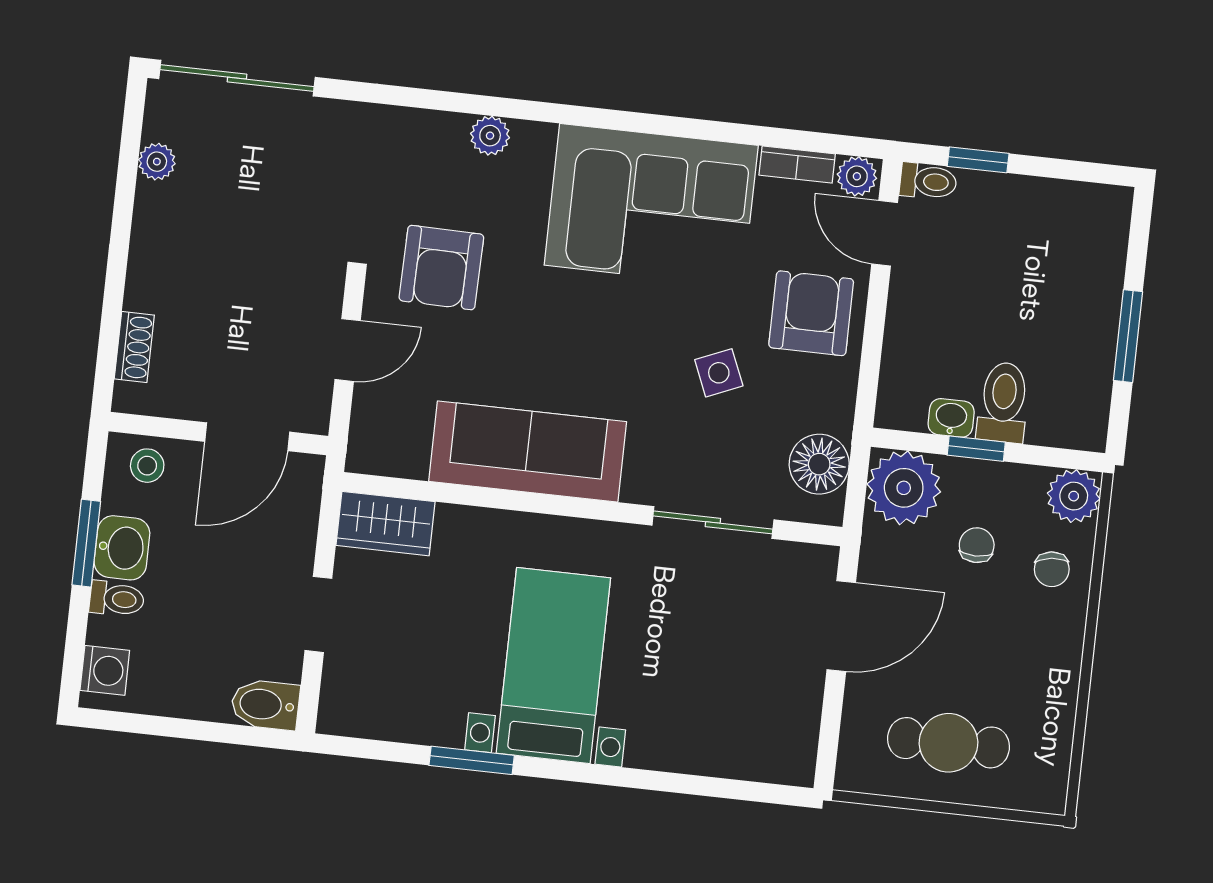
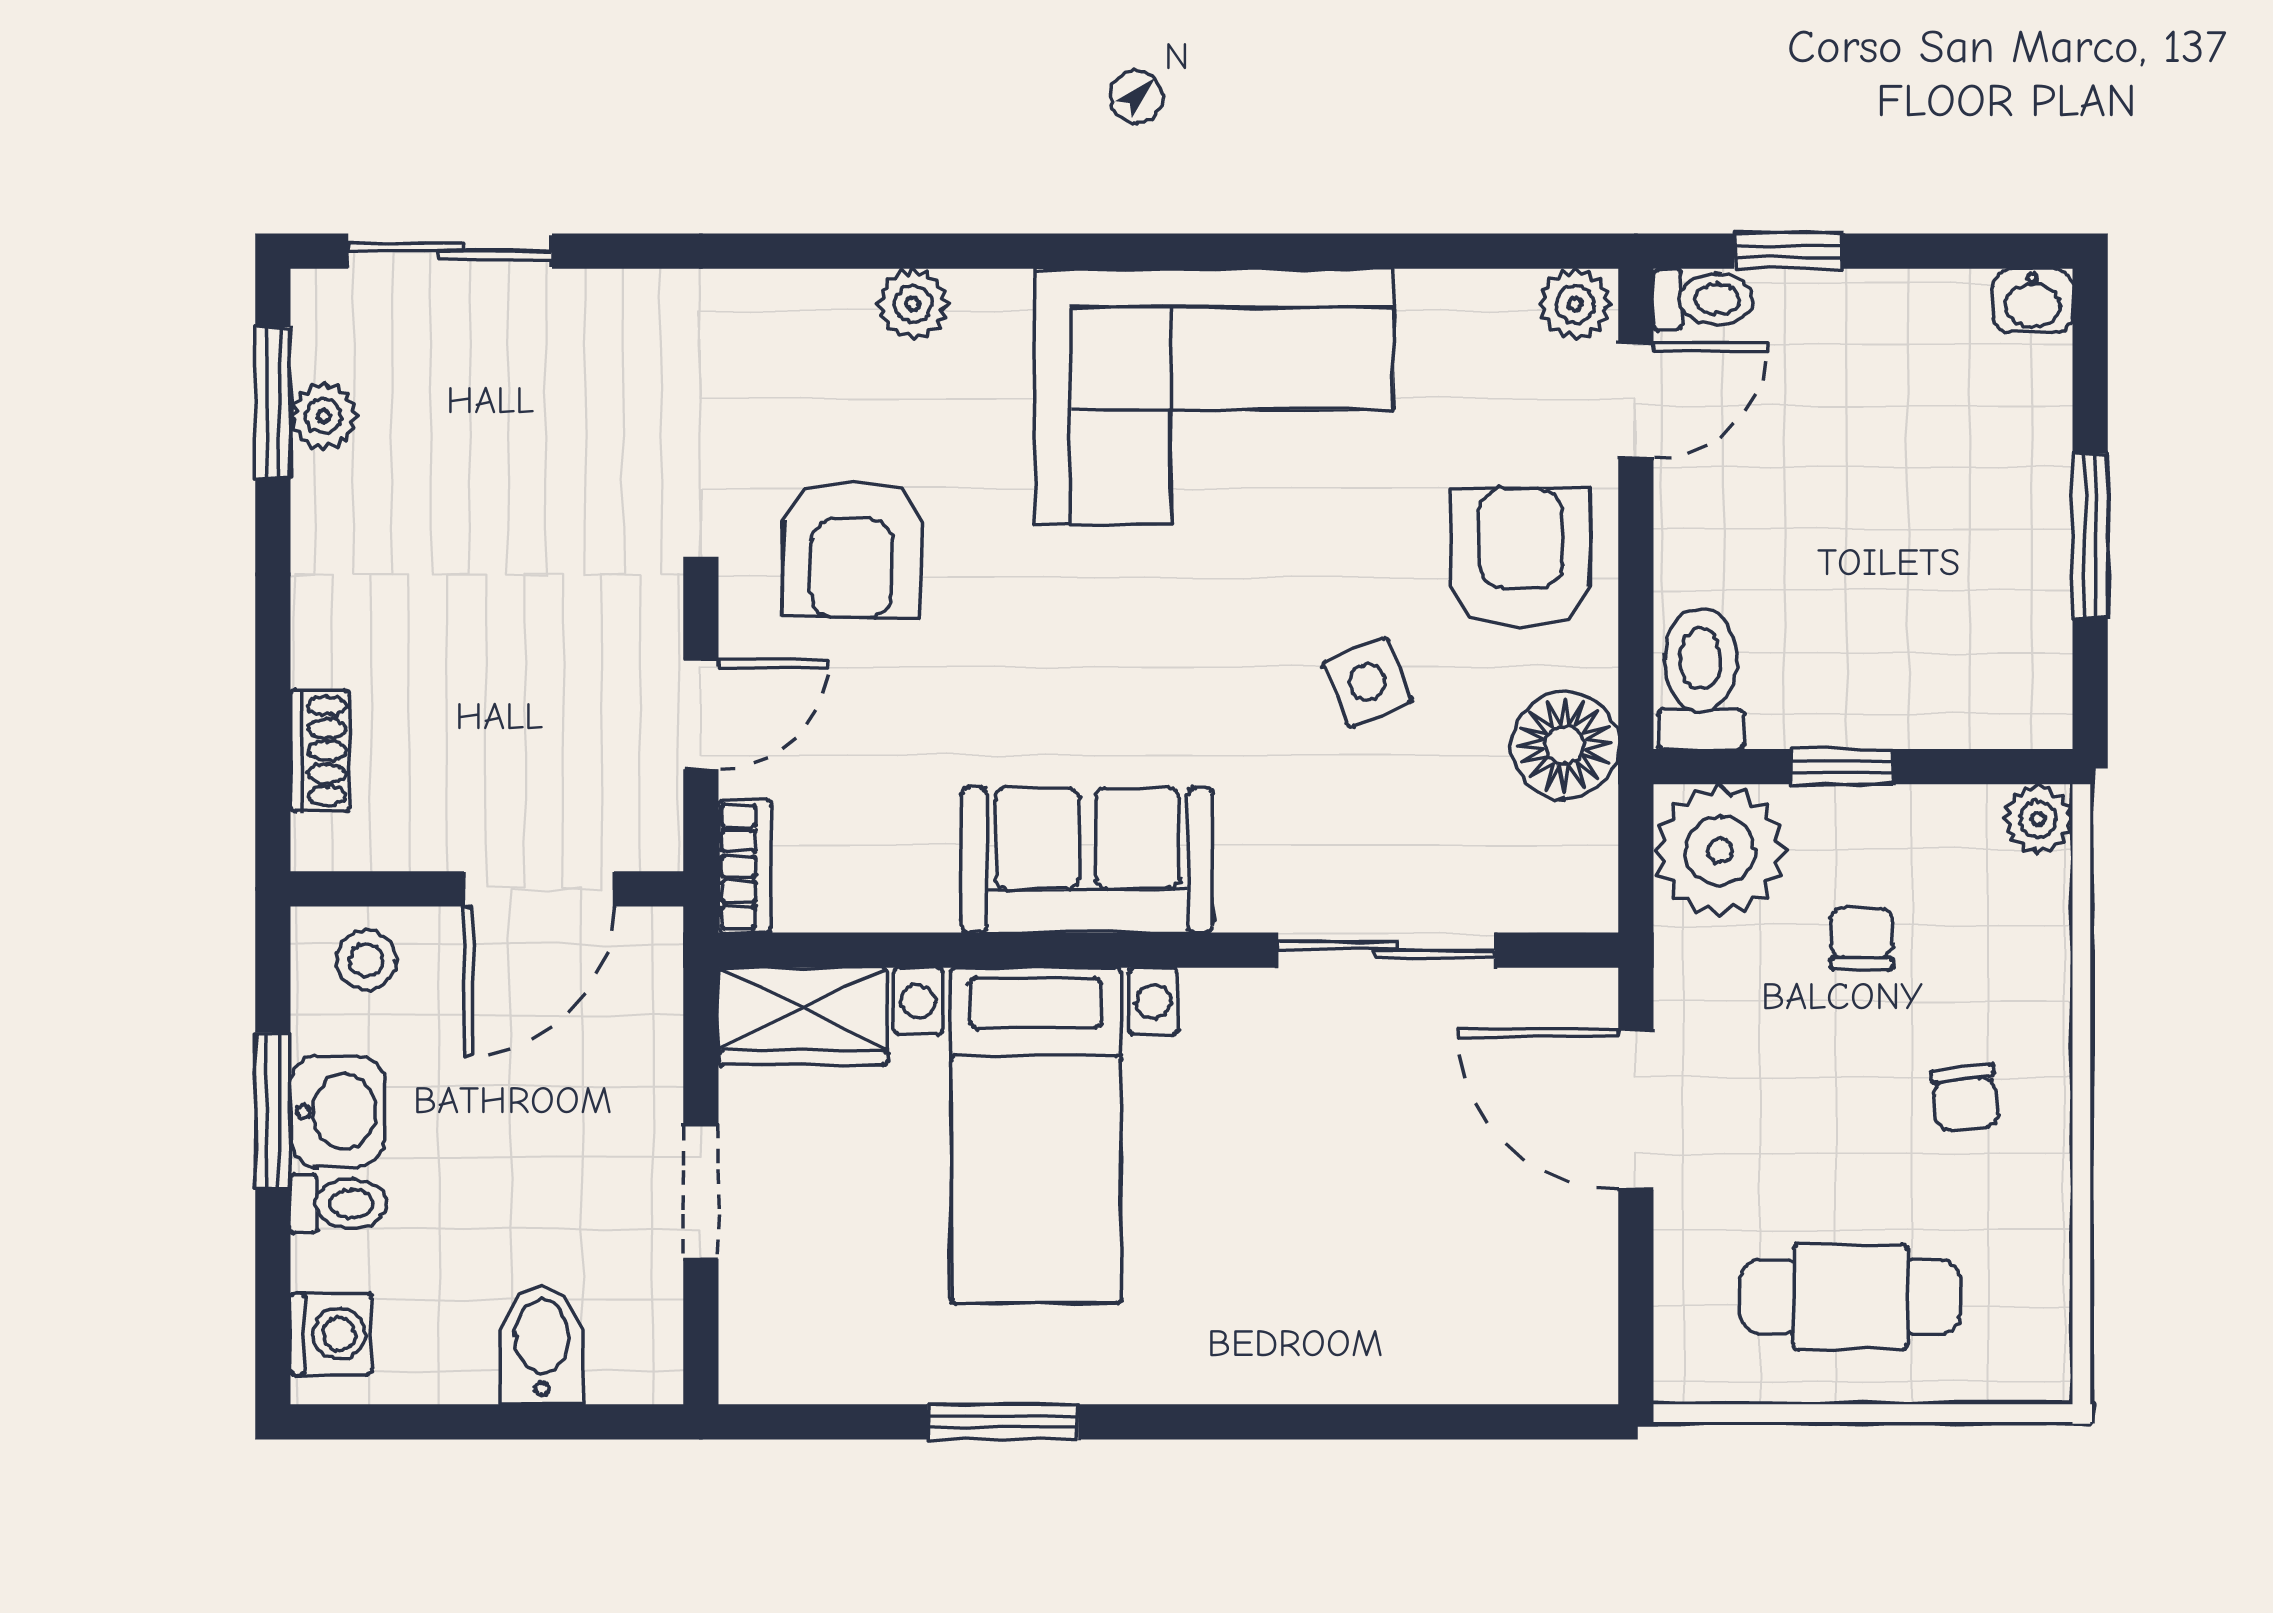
sliding door: (237, 78) -> (450, 251), width x0.73
window: (130, 151) -> (273, 403), added
bookcase: (797, 165) -> (745, 866), moved, turned -90
door: (885, 233) -> (1636, 400), swing flipped
toilet: (1003, 402) -> (1701, 679), moved
washbasin: (951, 418) -> (2033, 301), moved, turned 180
sofa: (528, 451) -> (1087, 860), width x0.73
floor lamp: (819, 464) -> (1565, 745), moved
plant: (1074, 496) -> (2038, 819), width x0.73, depth x0.73
chair: (1052, 569) -> (1965, 1098), moved
door: (841, 626) -> (1636, 1110), swing flipped
bed with nightstands: (553, 666) -> (1036, 1135), moved, turned 180
bidet: (265, 705) -> (542, 1345), moved, turned 90

